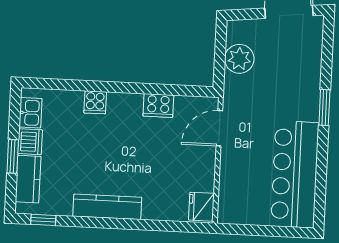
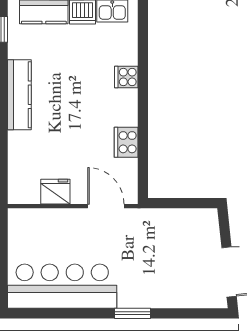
plant: (239, 59) -> (178, 223), removed
fridge: (201, 207) -> (55, 192), moved

